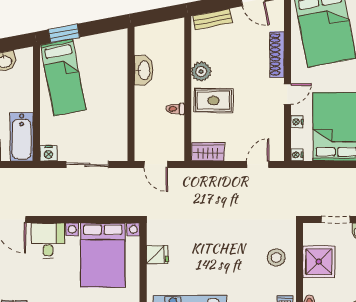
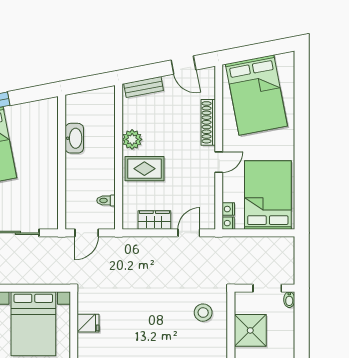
toilet: (175, 109) -> (106, 200), moved
nightstand: (297, 122) -> (228, 209), moved
wardrobe: (208, 152) -> (154, 220), moved
door: (156, 165) -> (87, 233), hinge flipped
stool: (276, 257) -> (203, 313), moved

